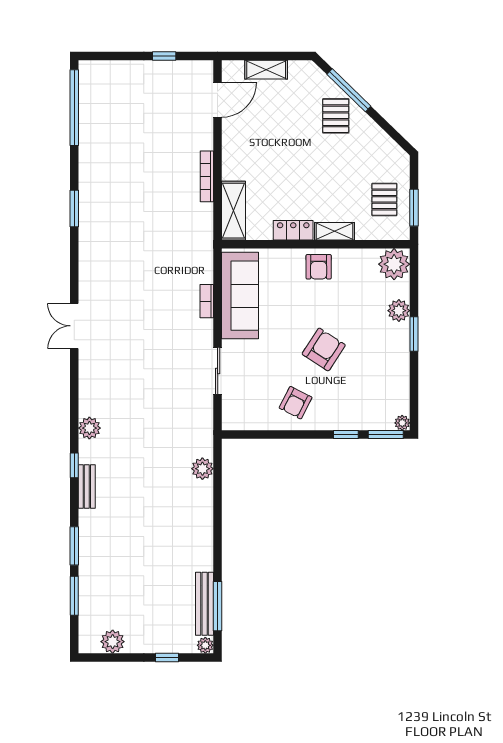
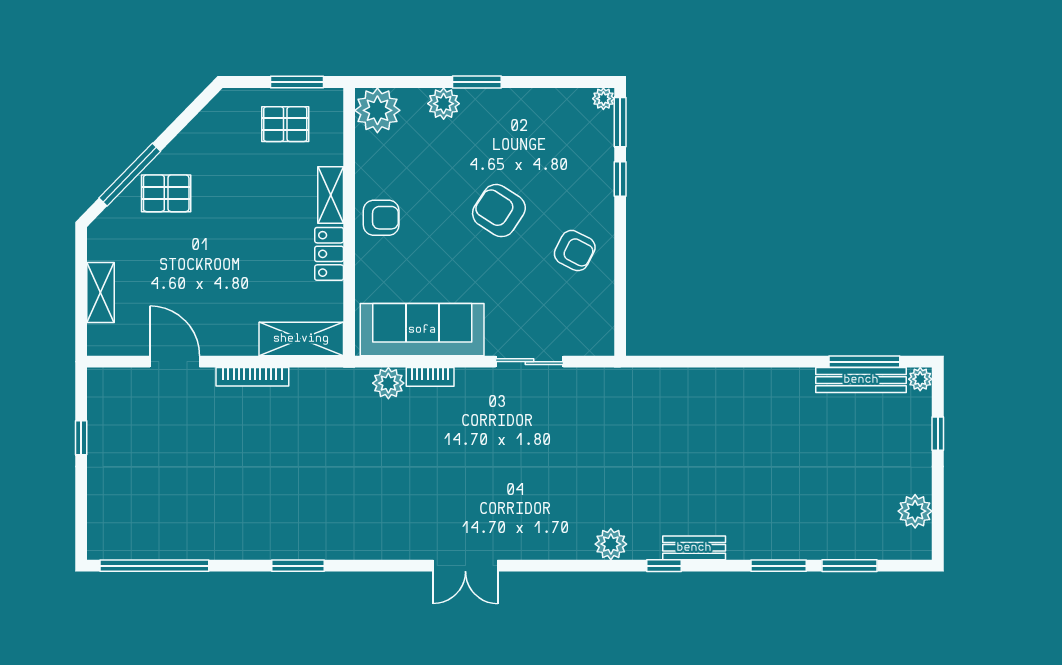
door: (218, 100) -> (175, 362), moved
plant: (202, 469) -> (388, 383), moved

